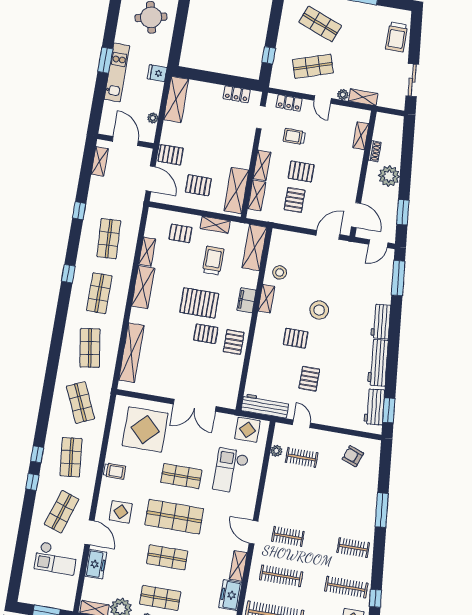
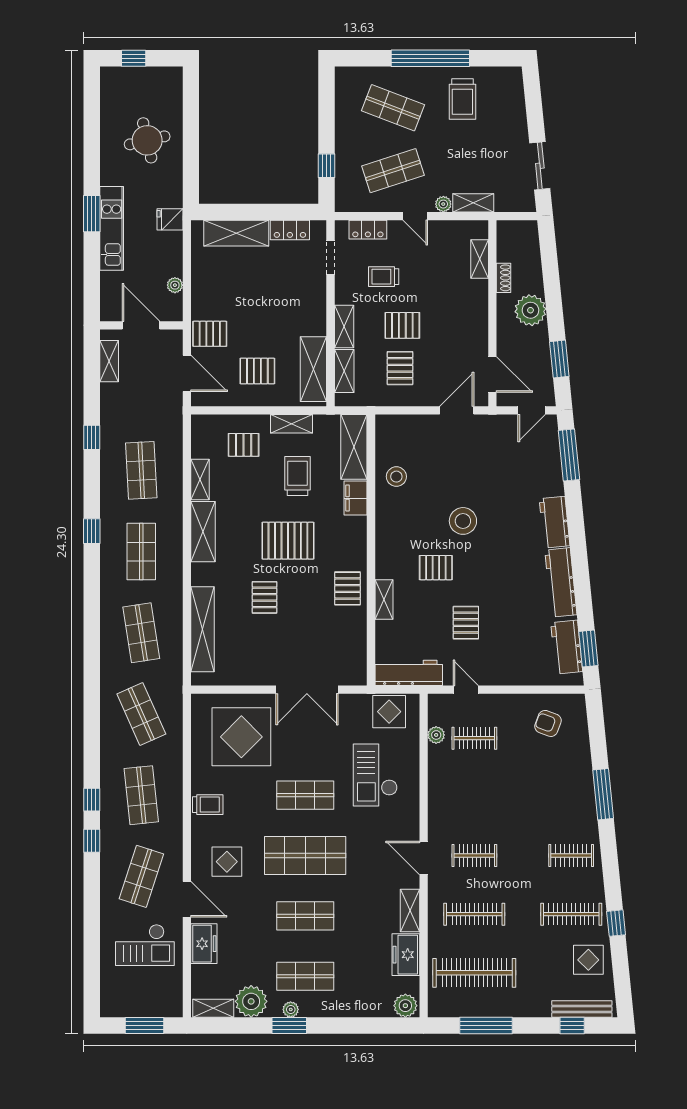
trolley: (397, 37) -> (462, 99), moved
shelving: (176, 99) -> (236, 233), moved, turned 90
shelving: (266, 299) -> (384, 600), moved
filing cabinet: (246, 300) -> (356, 498), moved
pallet: (206, 334) -> (265, 597), moved, turned 90

